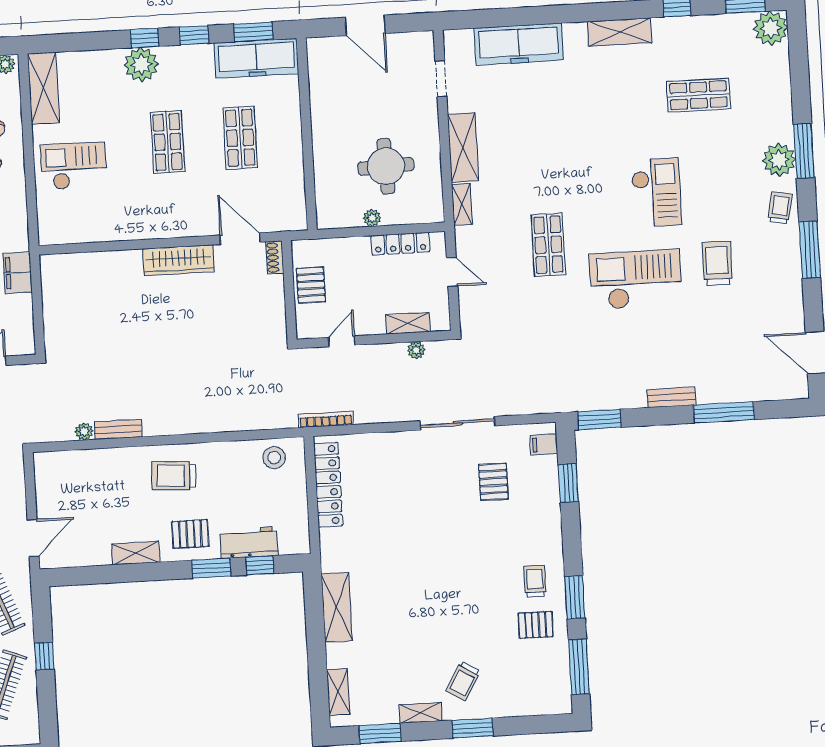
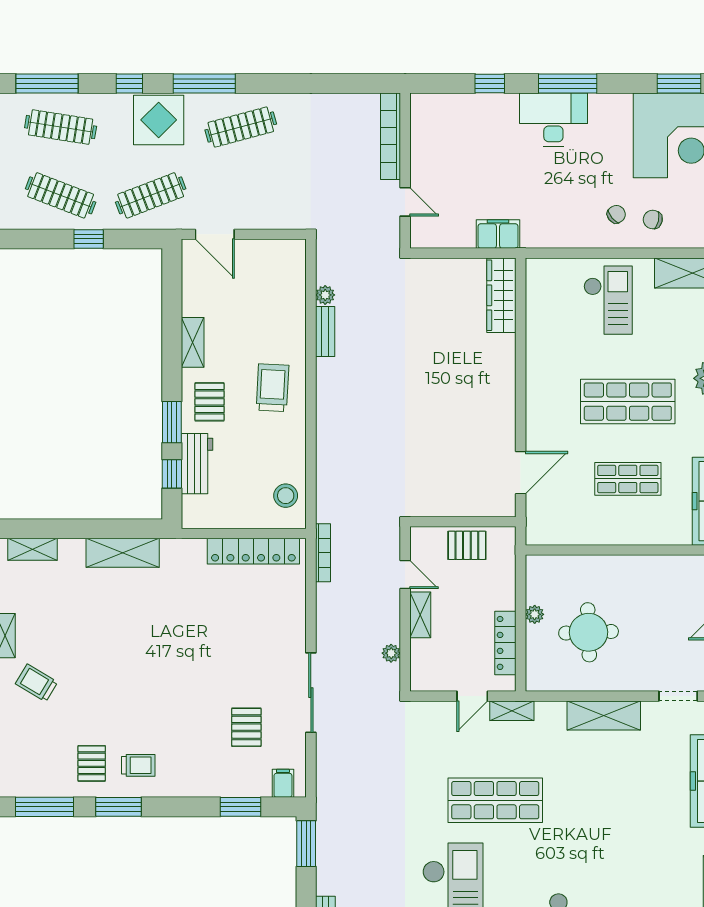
shop shelf: (168, 142) -> (628, 402), width x1.43, depth x1.36
shelving: (462, 205) -> (512, 711), moved
shop shelf: (548, 245) -> (495, 800), width x1.43, depth x1.36
shoe rack: (275, 258) -> (498, 509), removed
wardrobe: (178, 260) -> (501, 295), moved
shelving: (408, 323) -> (420, 615), moved
pallet: (493, 482) -> (246, 727), turned 90

